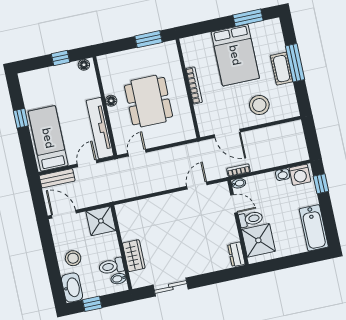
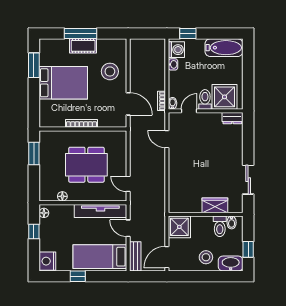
nightstand: (30, 80) -> (47, 261), added
floor lamp: (111, 101) -> (62, 196), moved
door: (227, 133) -> (128, 104), hinge flipped

